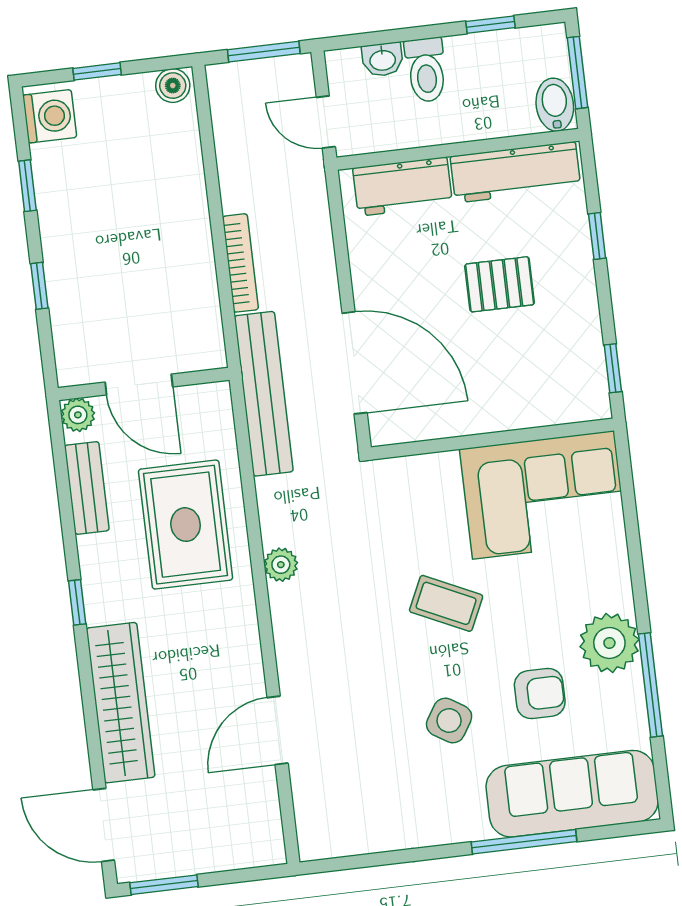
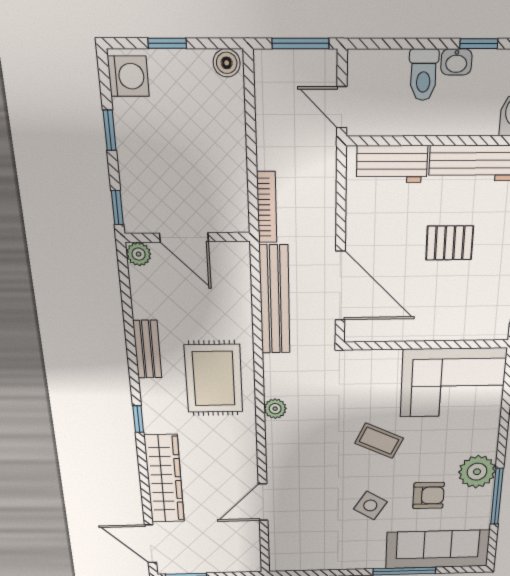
washbasin: (382, 59) -> (456, 62), moved
wall: (144, 384) -> (188, 237), moved
door: (139, 385) -> (184, 237), moved
plant: (78, 415) -> (139, 254), moved

